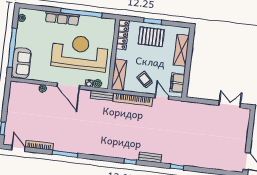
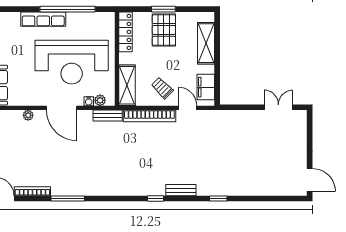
pallet: (151, 37) -> (164, 30), turned 90
reception desk: (80, 53) -> (72, 62), turned 180

